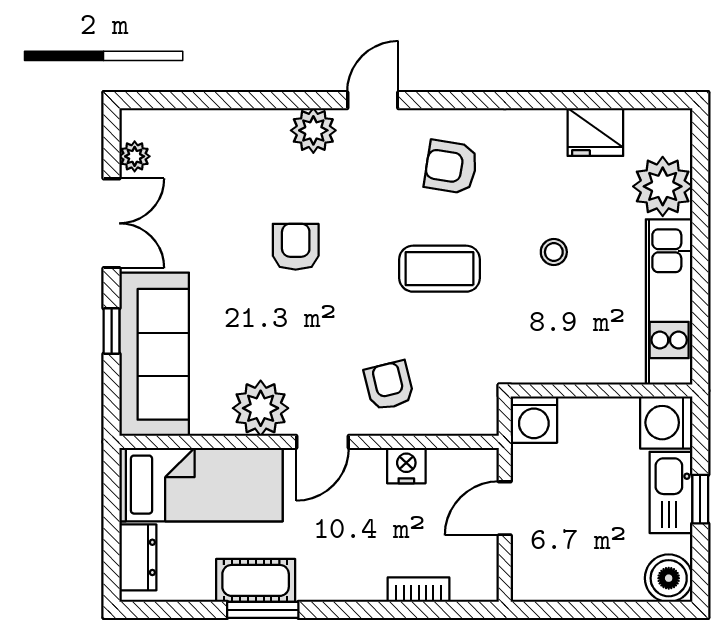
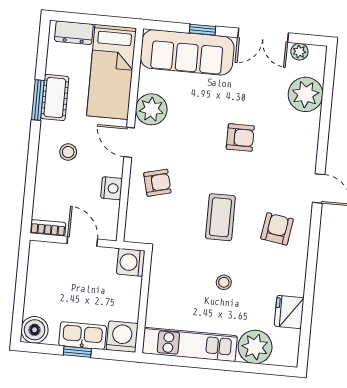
plant: (313, 130) -> (306, 94), moved, width x1.36, depth x1.36
stool: (349, 548) -> (68, 152), added
bookcase: (419, 590) -> (48, 228), moved, turned -90

